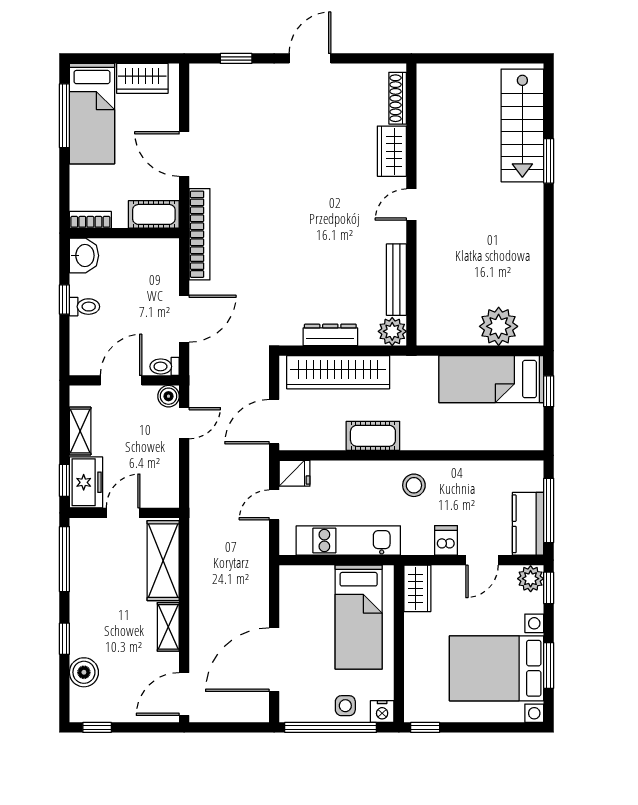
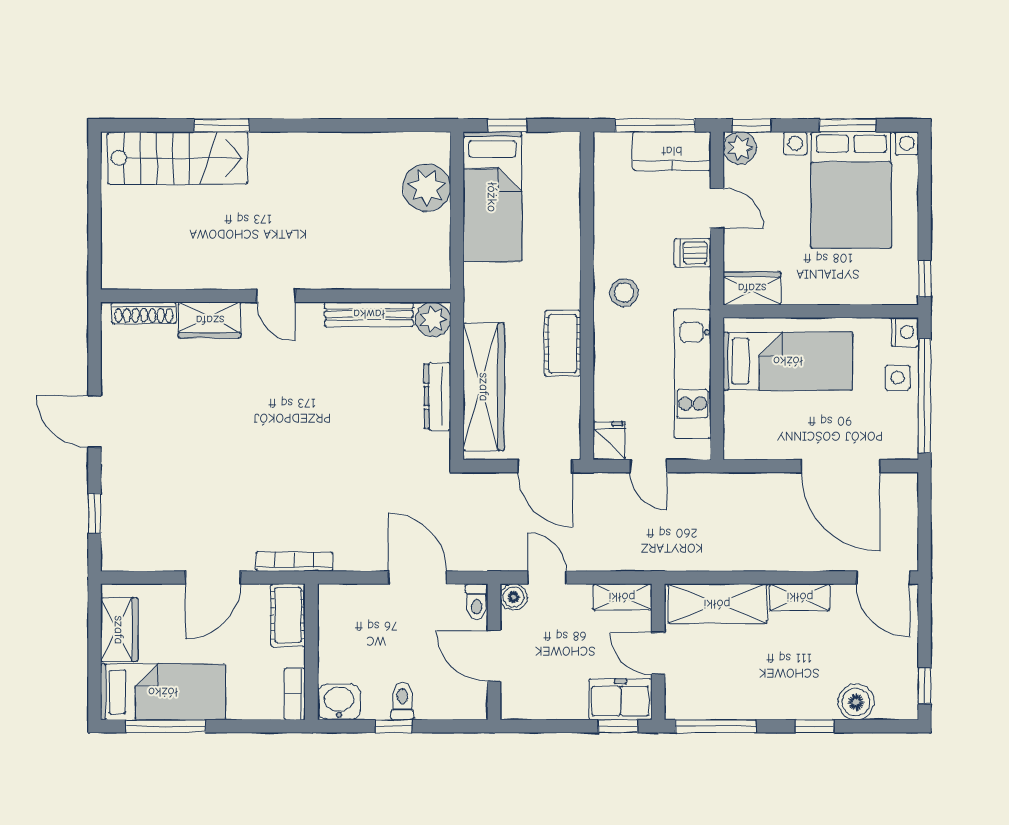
bookcase: (200, 234) -> (294, 562), width x0.68, depth x0.76
shelving: (80, 431) -> (622, 597), moved

